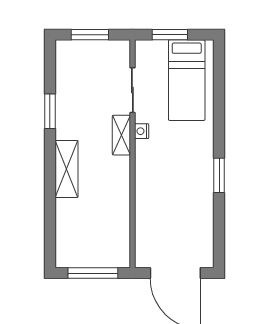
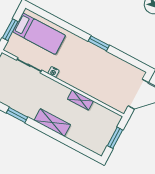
shelving: (121, 135) -> (80, 100), moved
window: (93, 273) -> (115, 138), width x0.69

